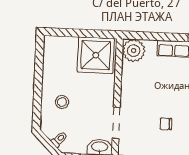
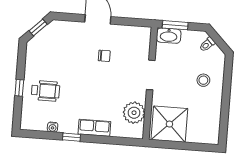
plant: (134, 51) -> (134, 113), moved
doorway: (116, 123) -> (151, 75), moved

